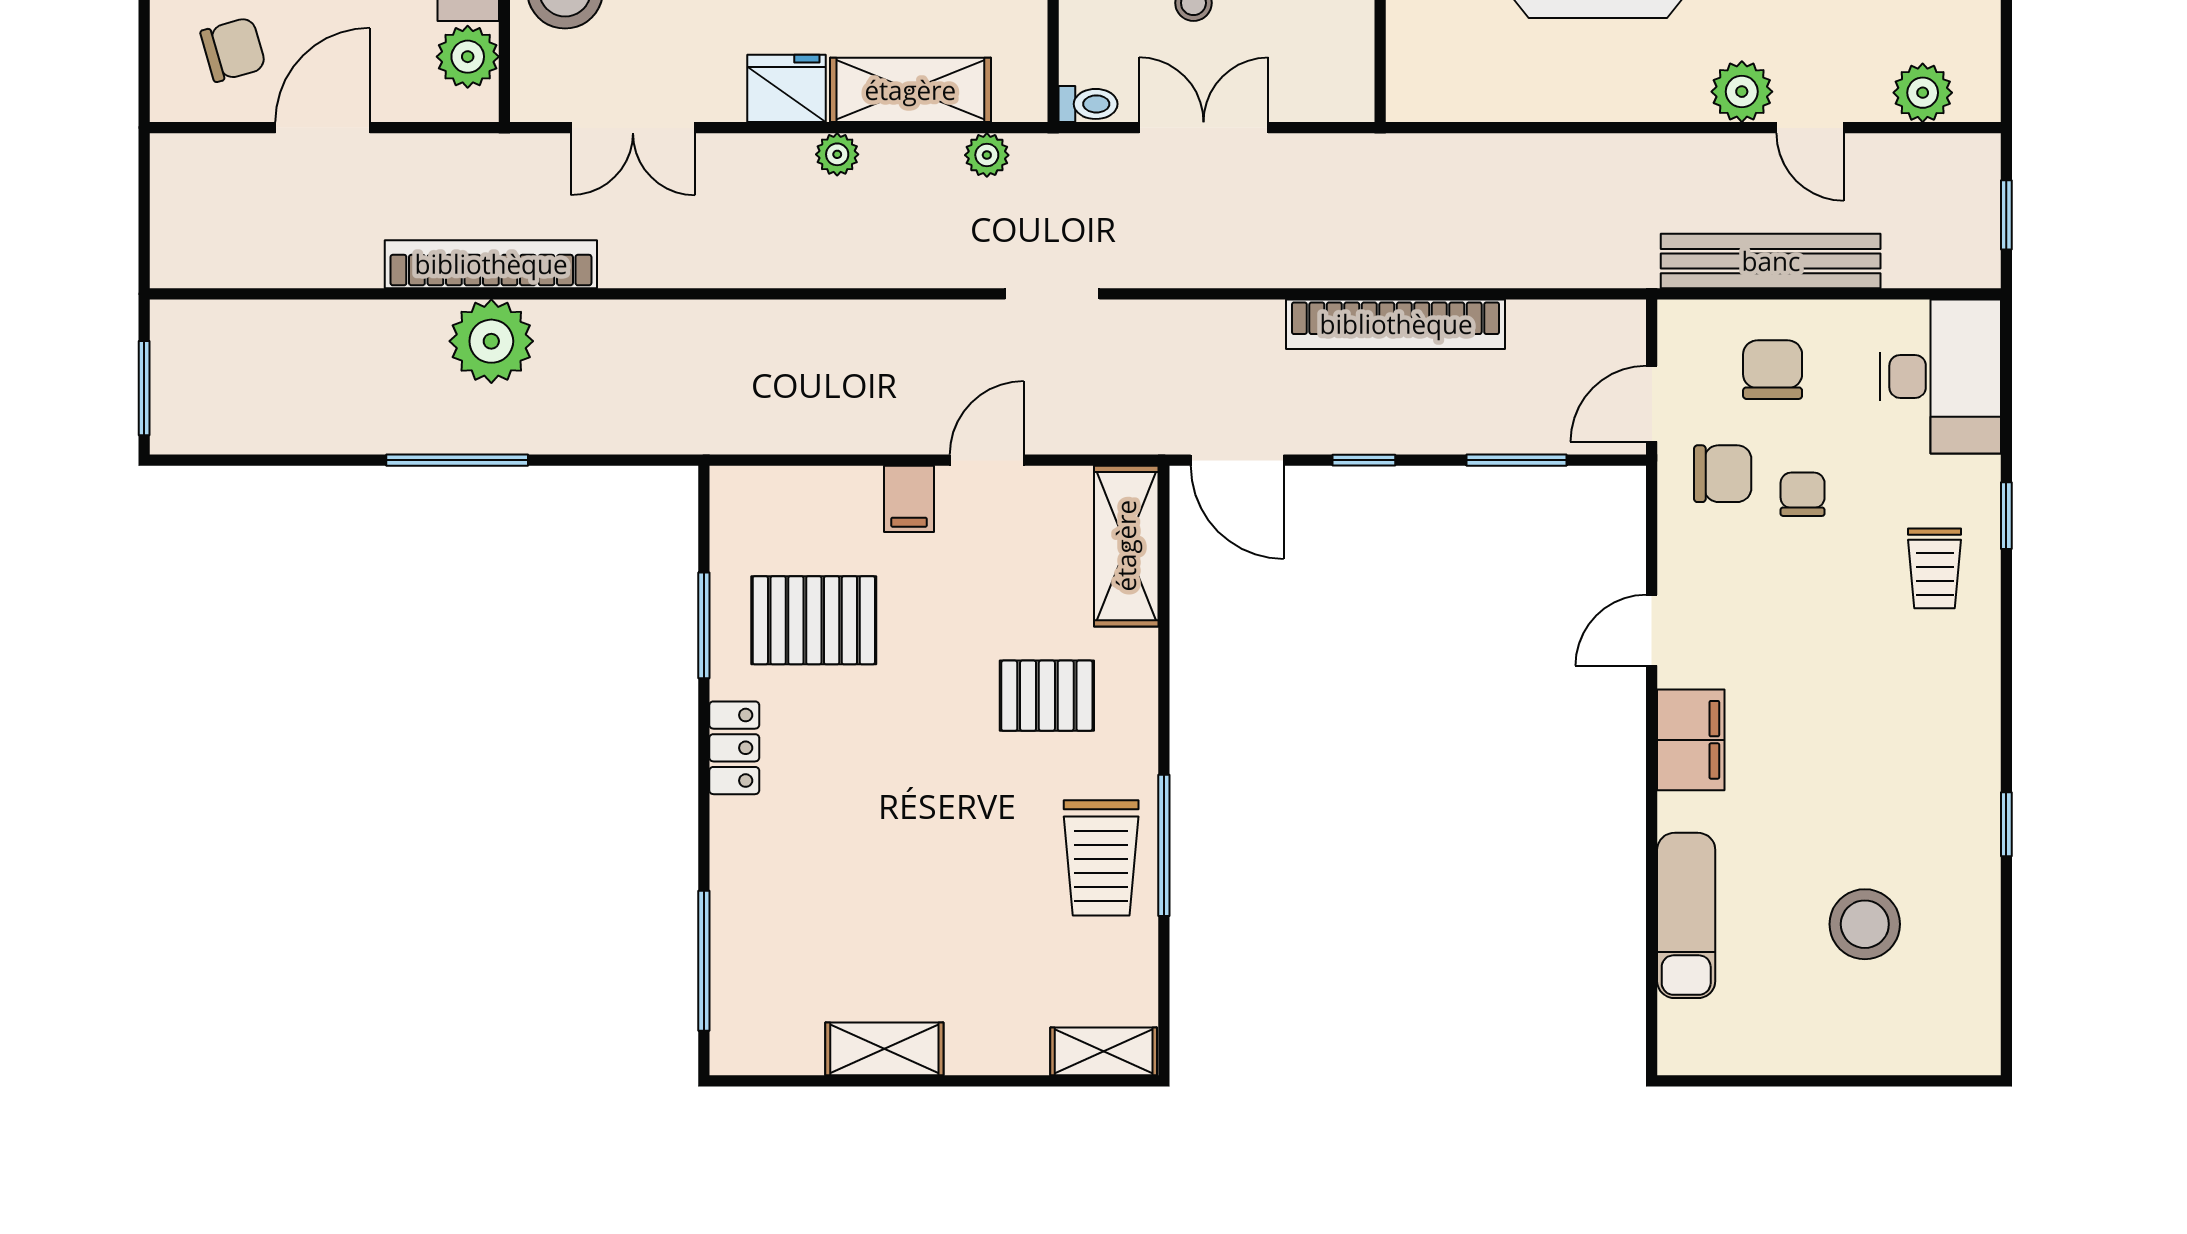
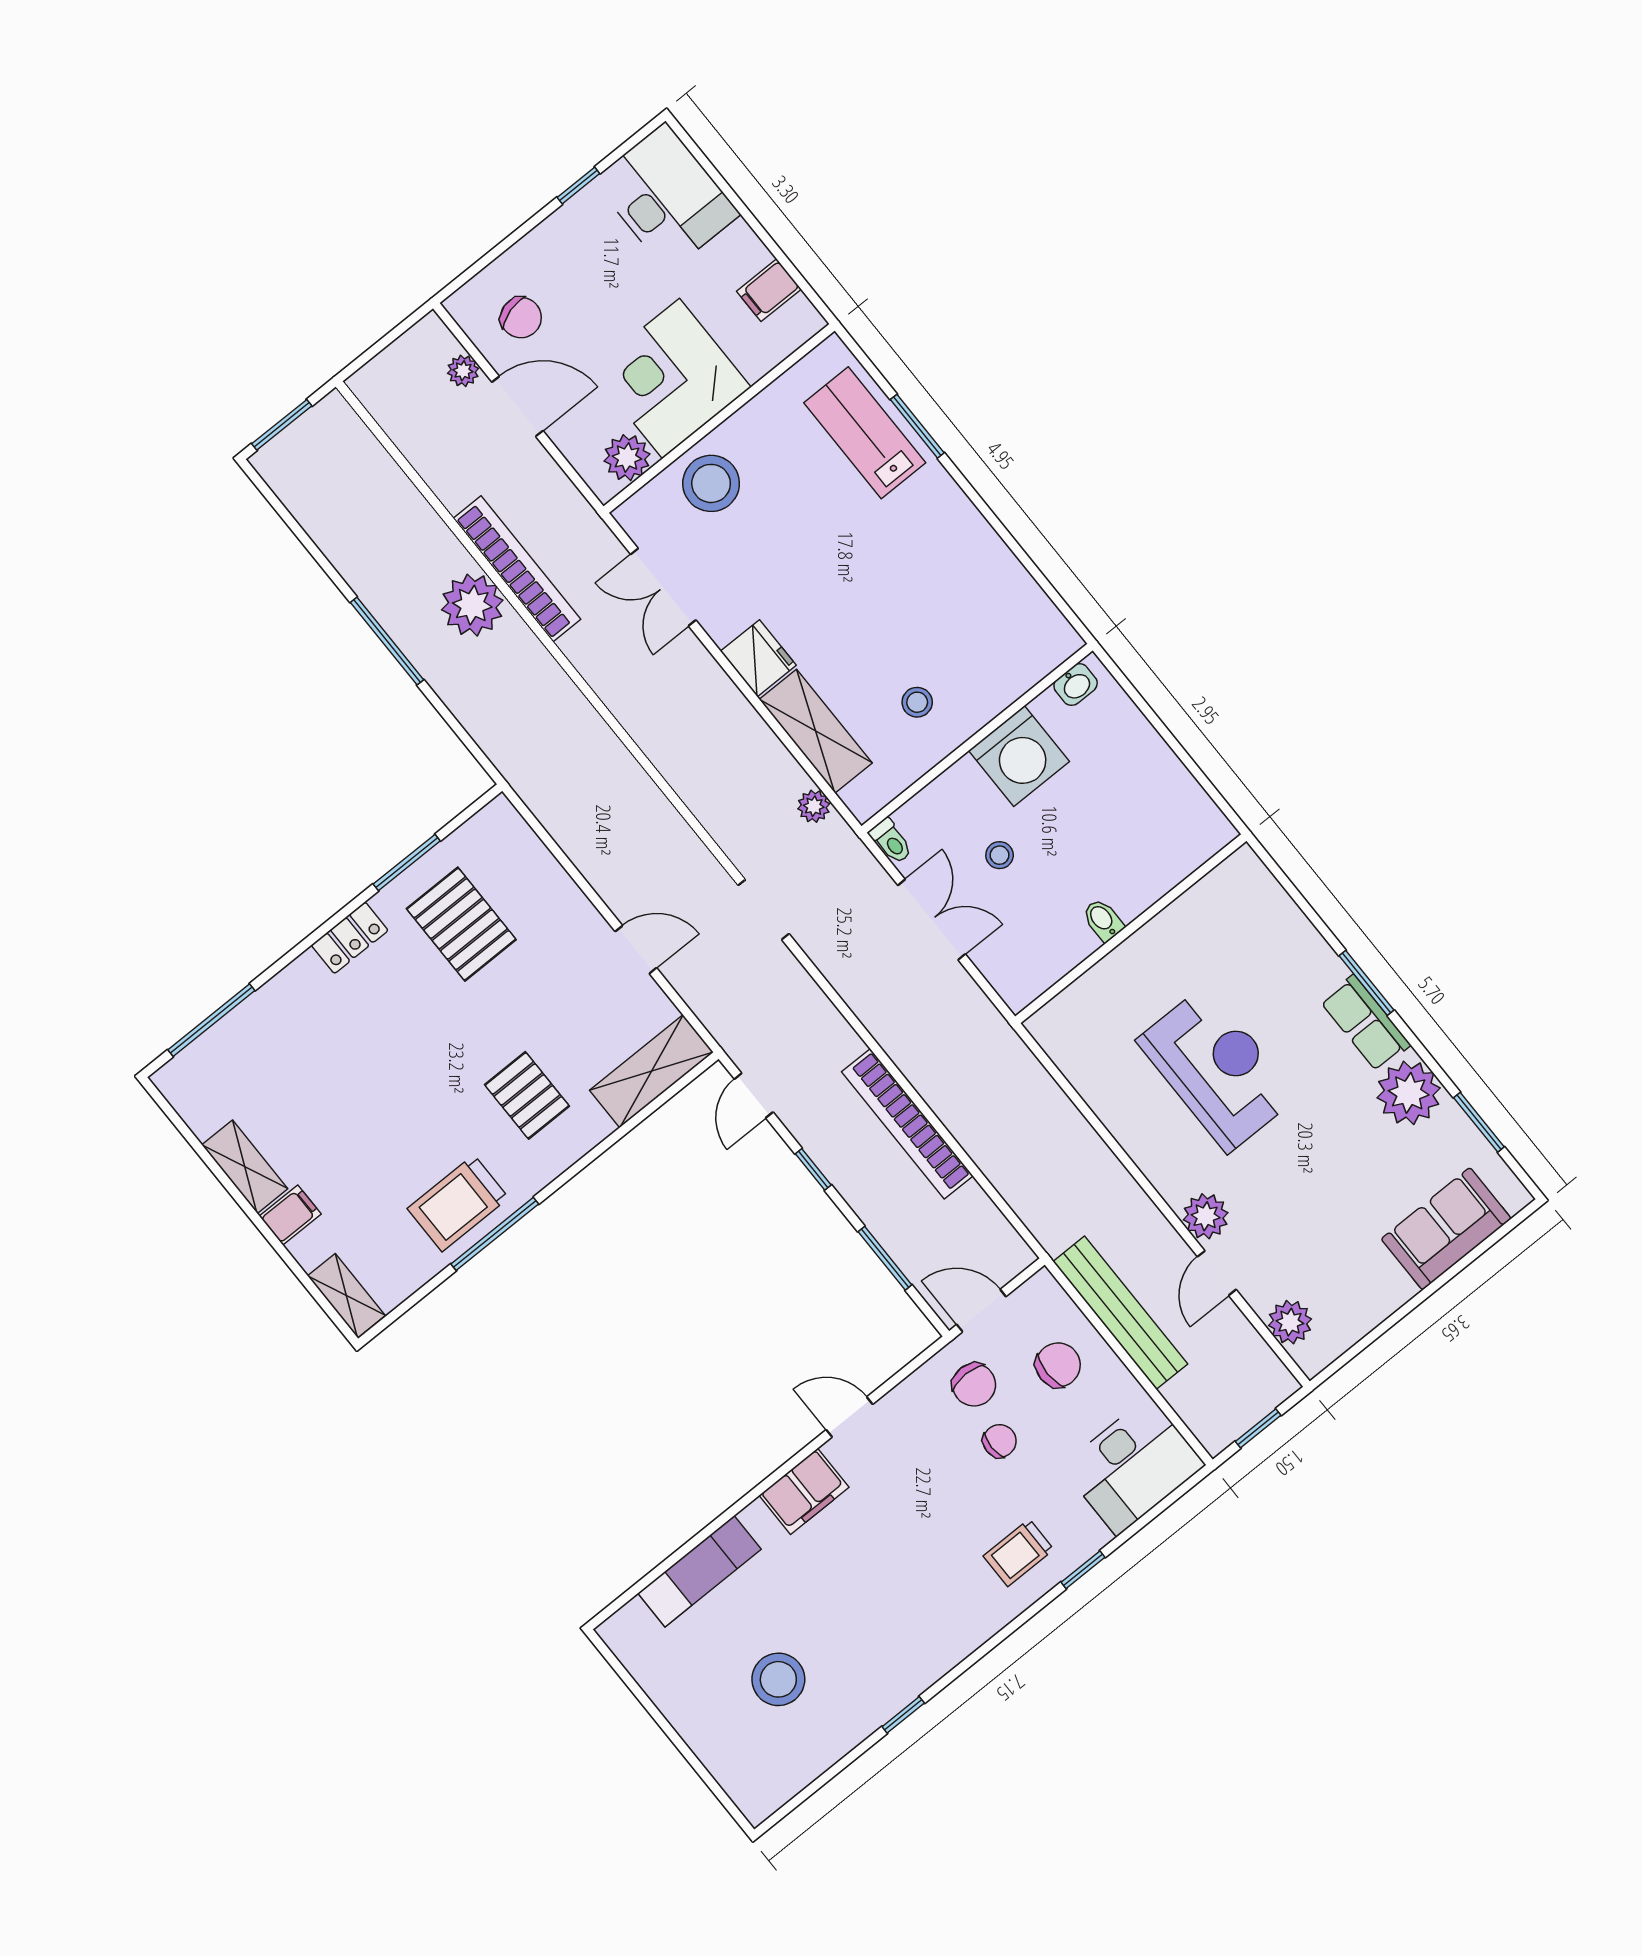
plant: (837, 154) -> (463, 371), moved
door: (1237, 460) -> (754, 1096), width x0.73
filing cabinet: (909, 499) -> (290, 1215), moved, turned 180

